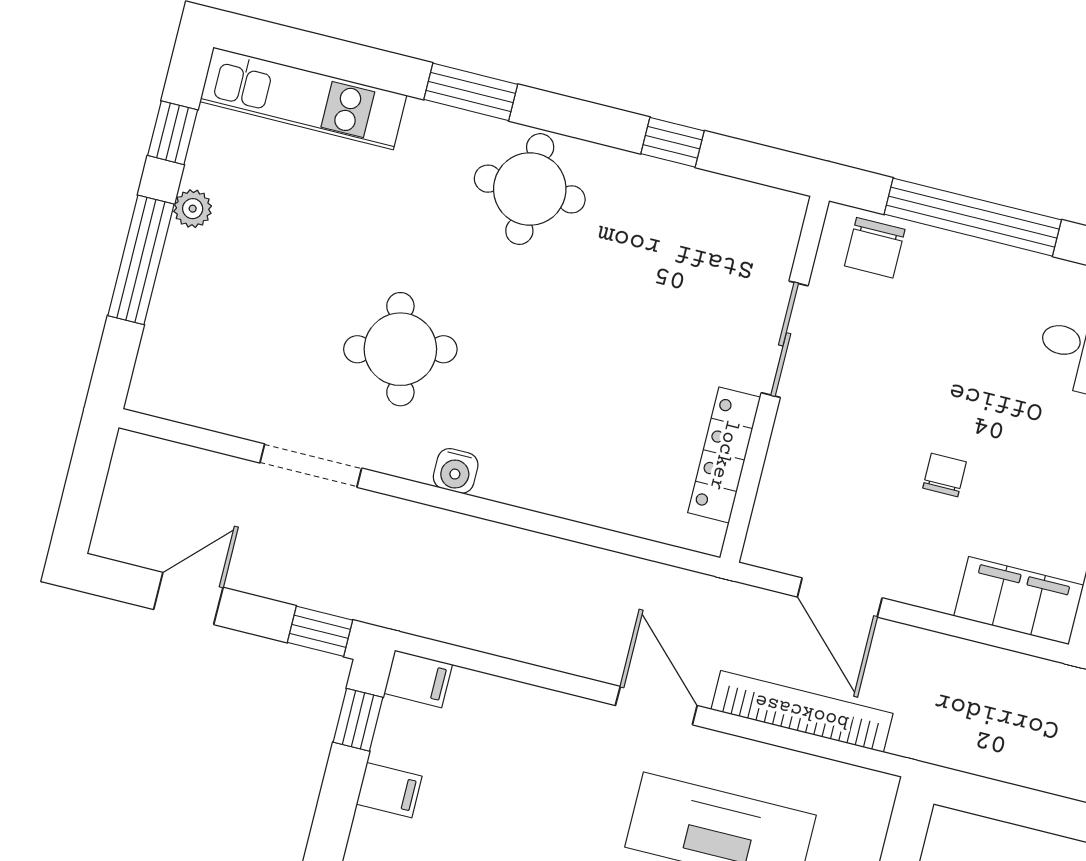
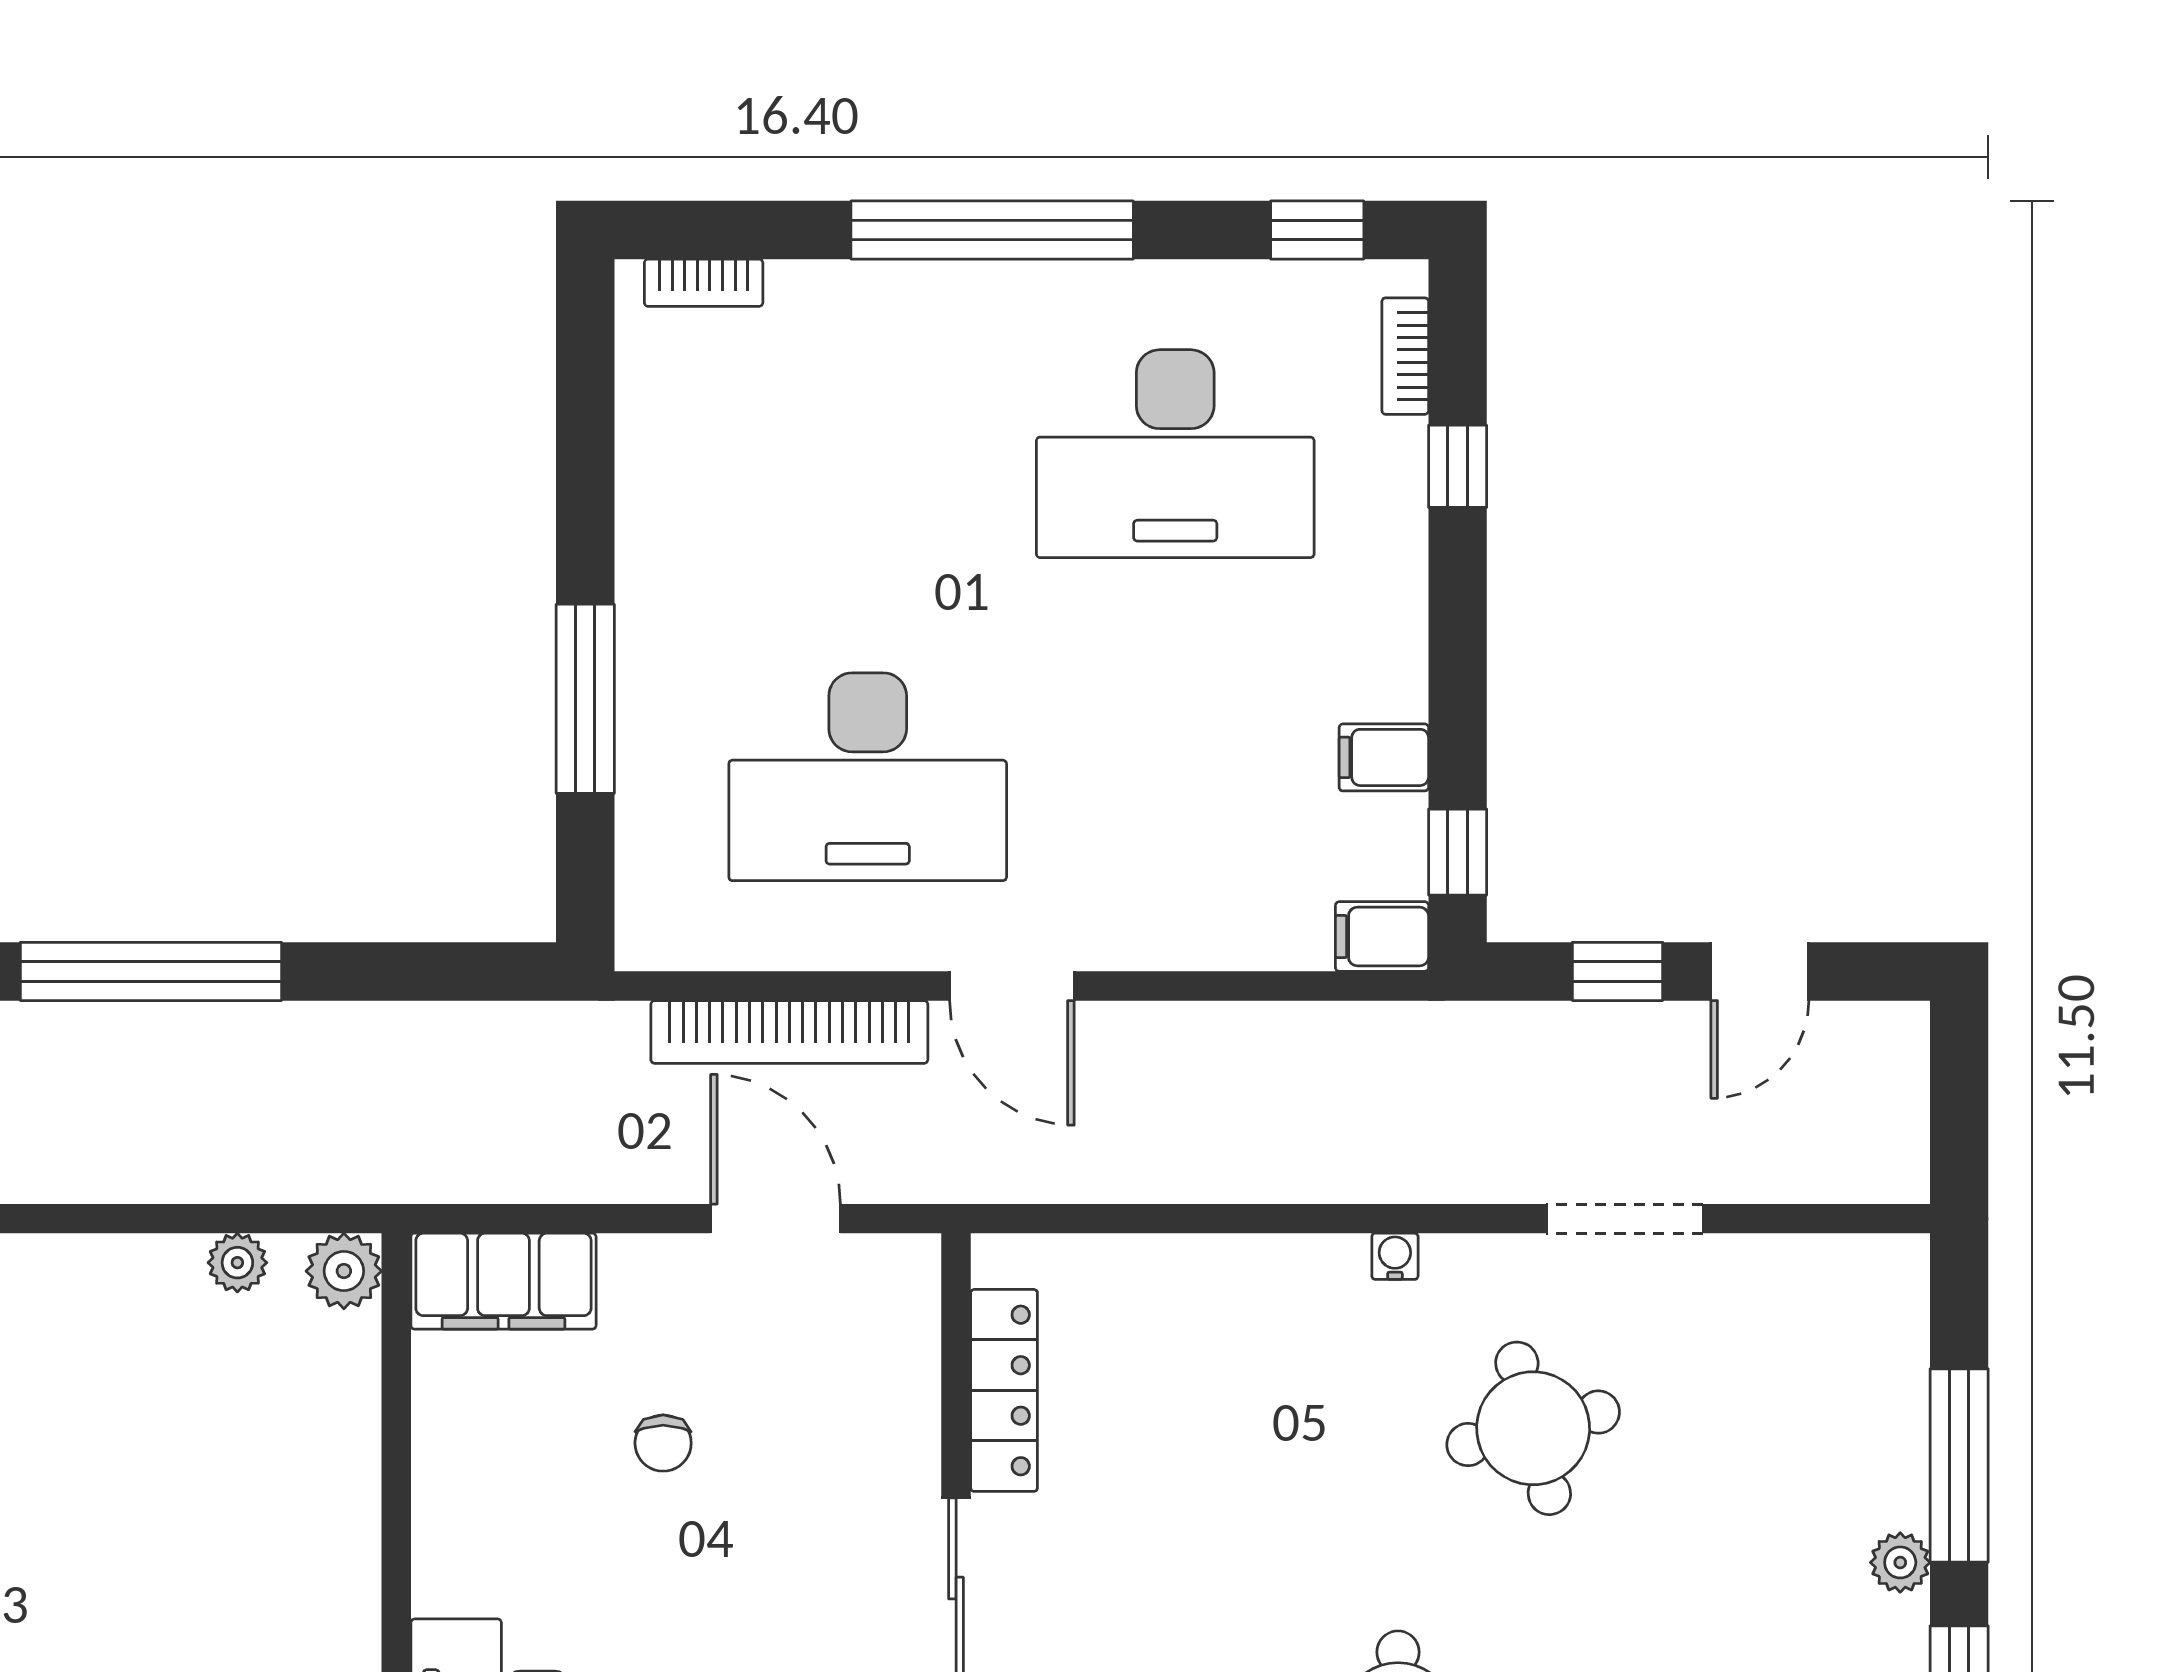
water cooler: (456, 471) -> (1395, 1256), width x0.72, depth x0.72
window: (320, 631) -> (1617, 971), moved

